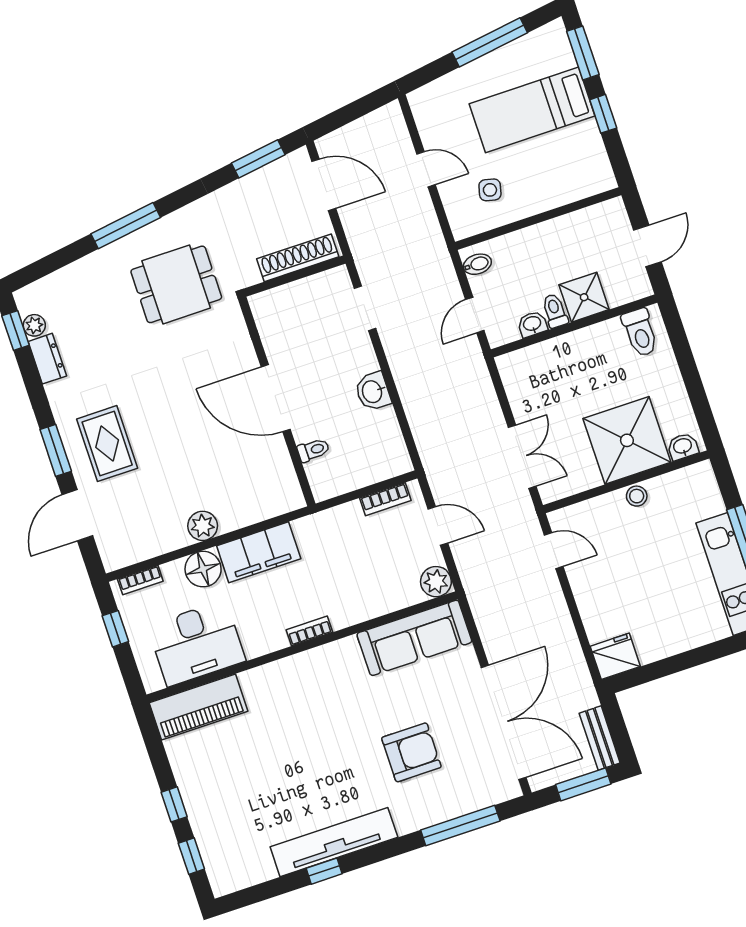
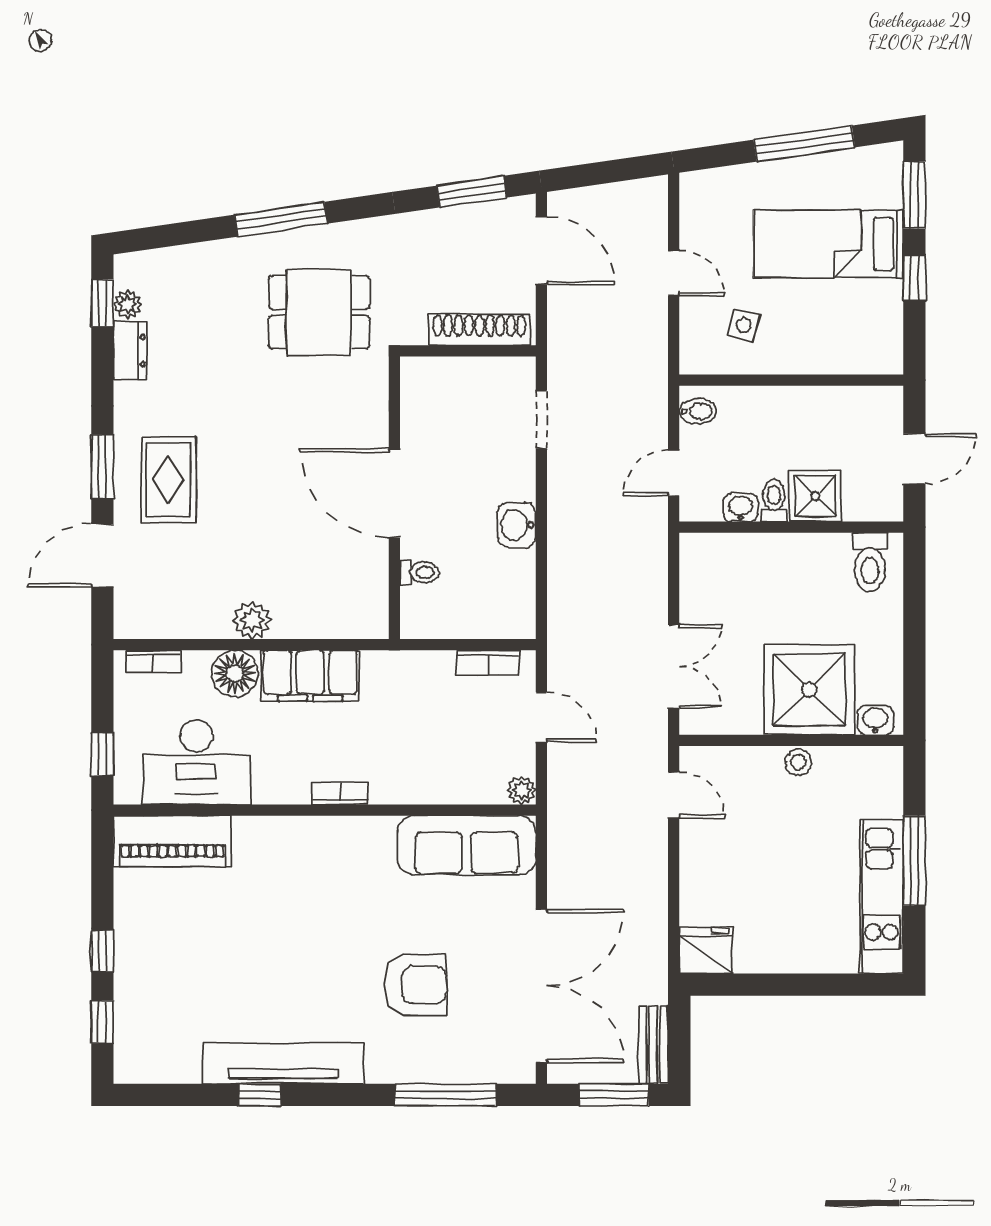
plant: (436, 582) -> (522, 790), width x0.73, depth x0.73
window: (115, 629) -> (102, 754), moved

